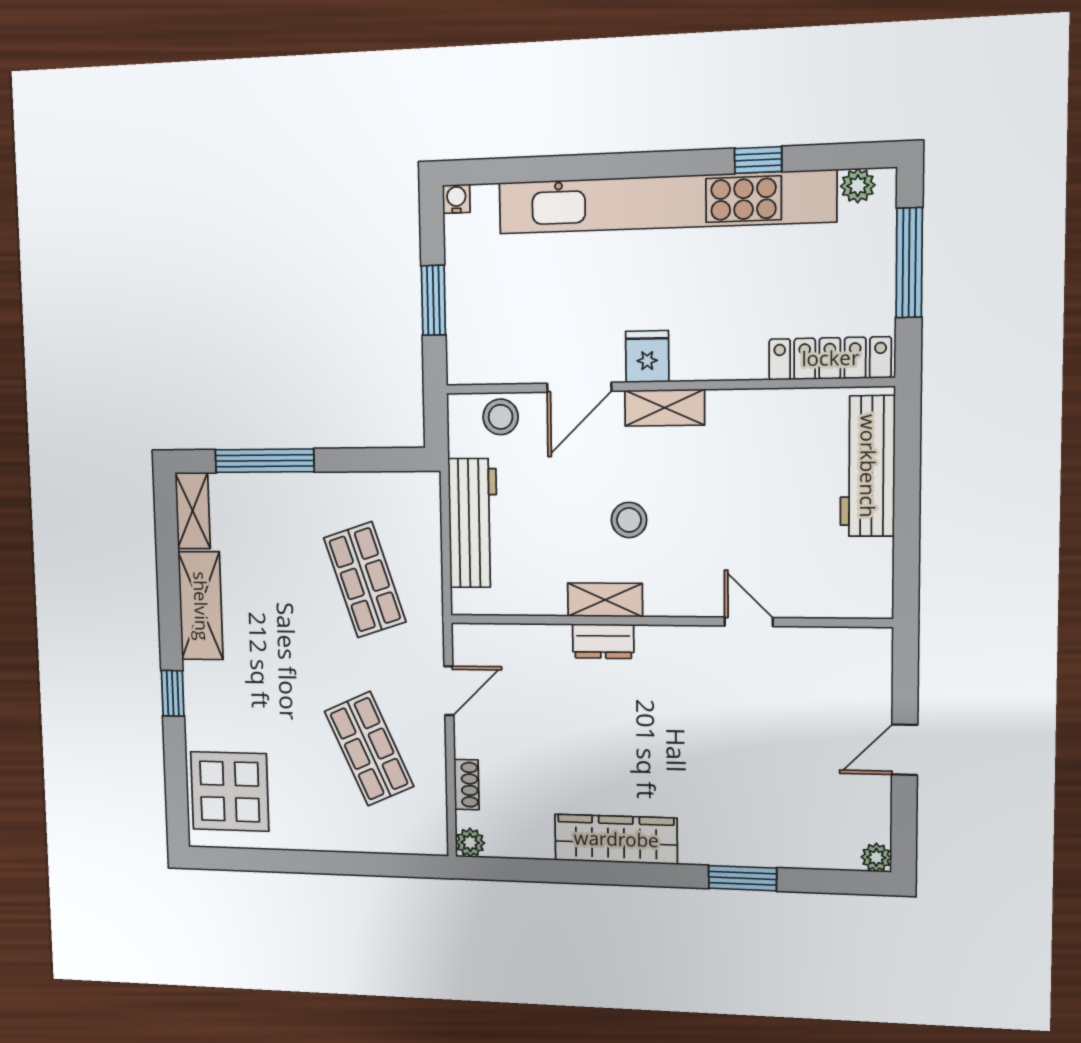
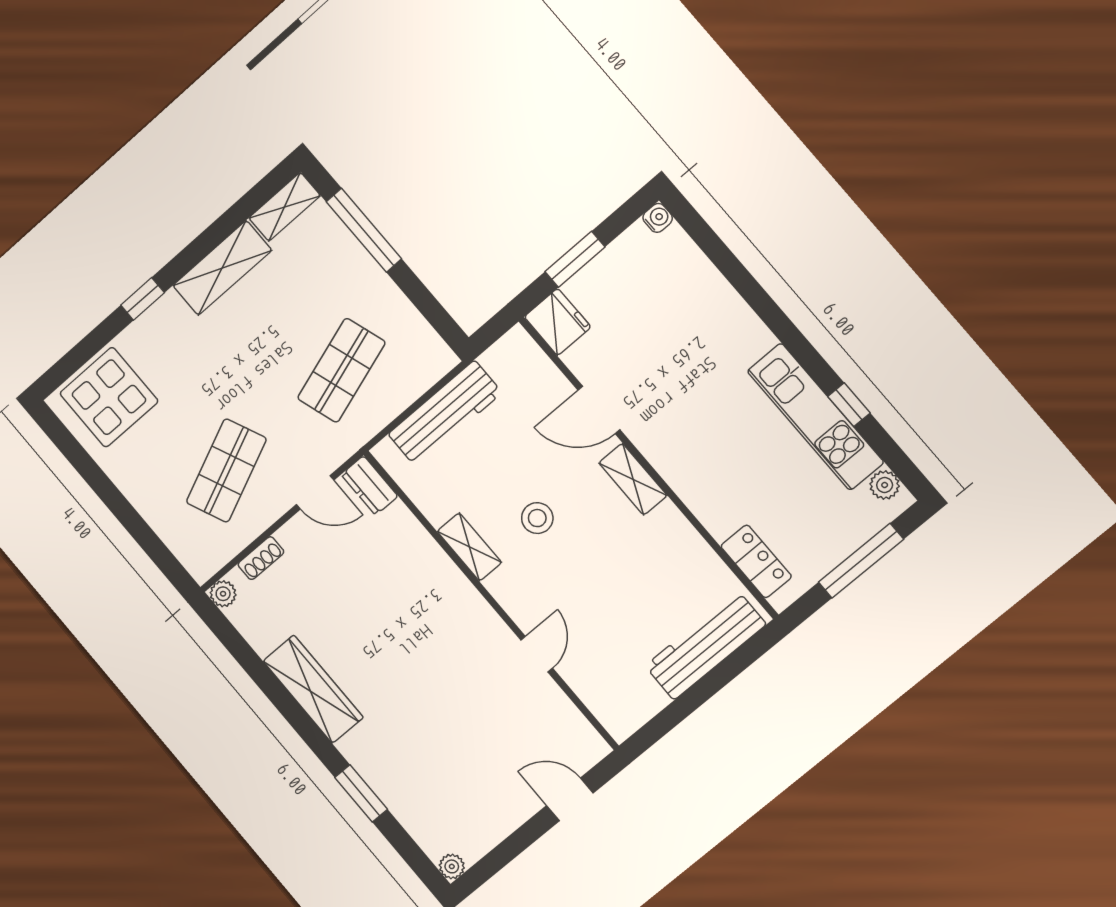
kitchen unit: (665, 202) -> (815, 417), width x0.54
fridge: (647, 356) -> (558, 322), moved, width x1.38
locker: (830, 358) -> (756, 561), width x0.66
stool: (501, 417) -> (534, 372), removed
dresser: (603, 641) -> (369, 485), moved
door: (905, 750) -> (570, 799), moved

